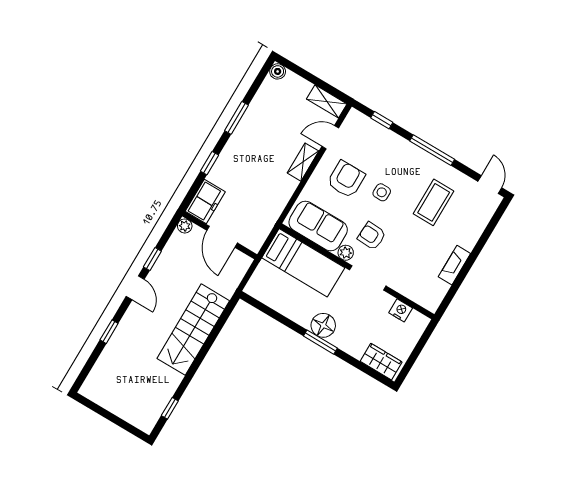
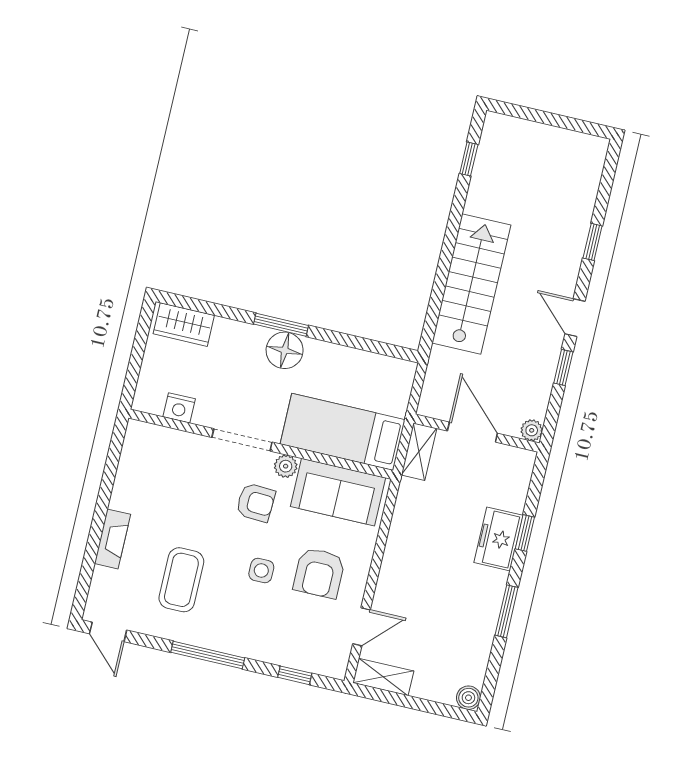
shelving: (303, 162) -> (419, 452), moved
freezer: (205, 202) -> (498, 539), moved
fireplace: (454, 265) -> (113, 539), moved

